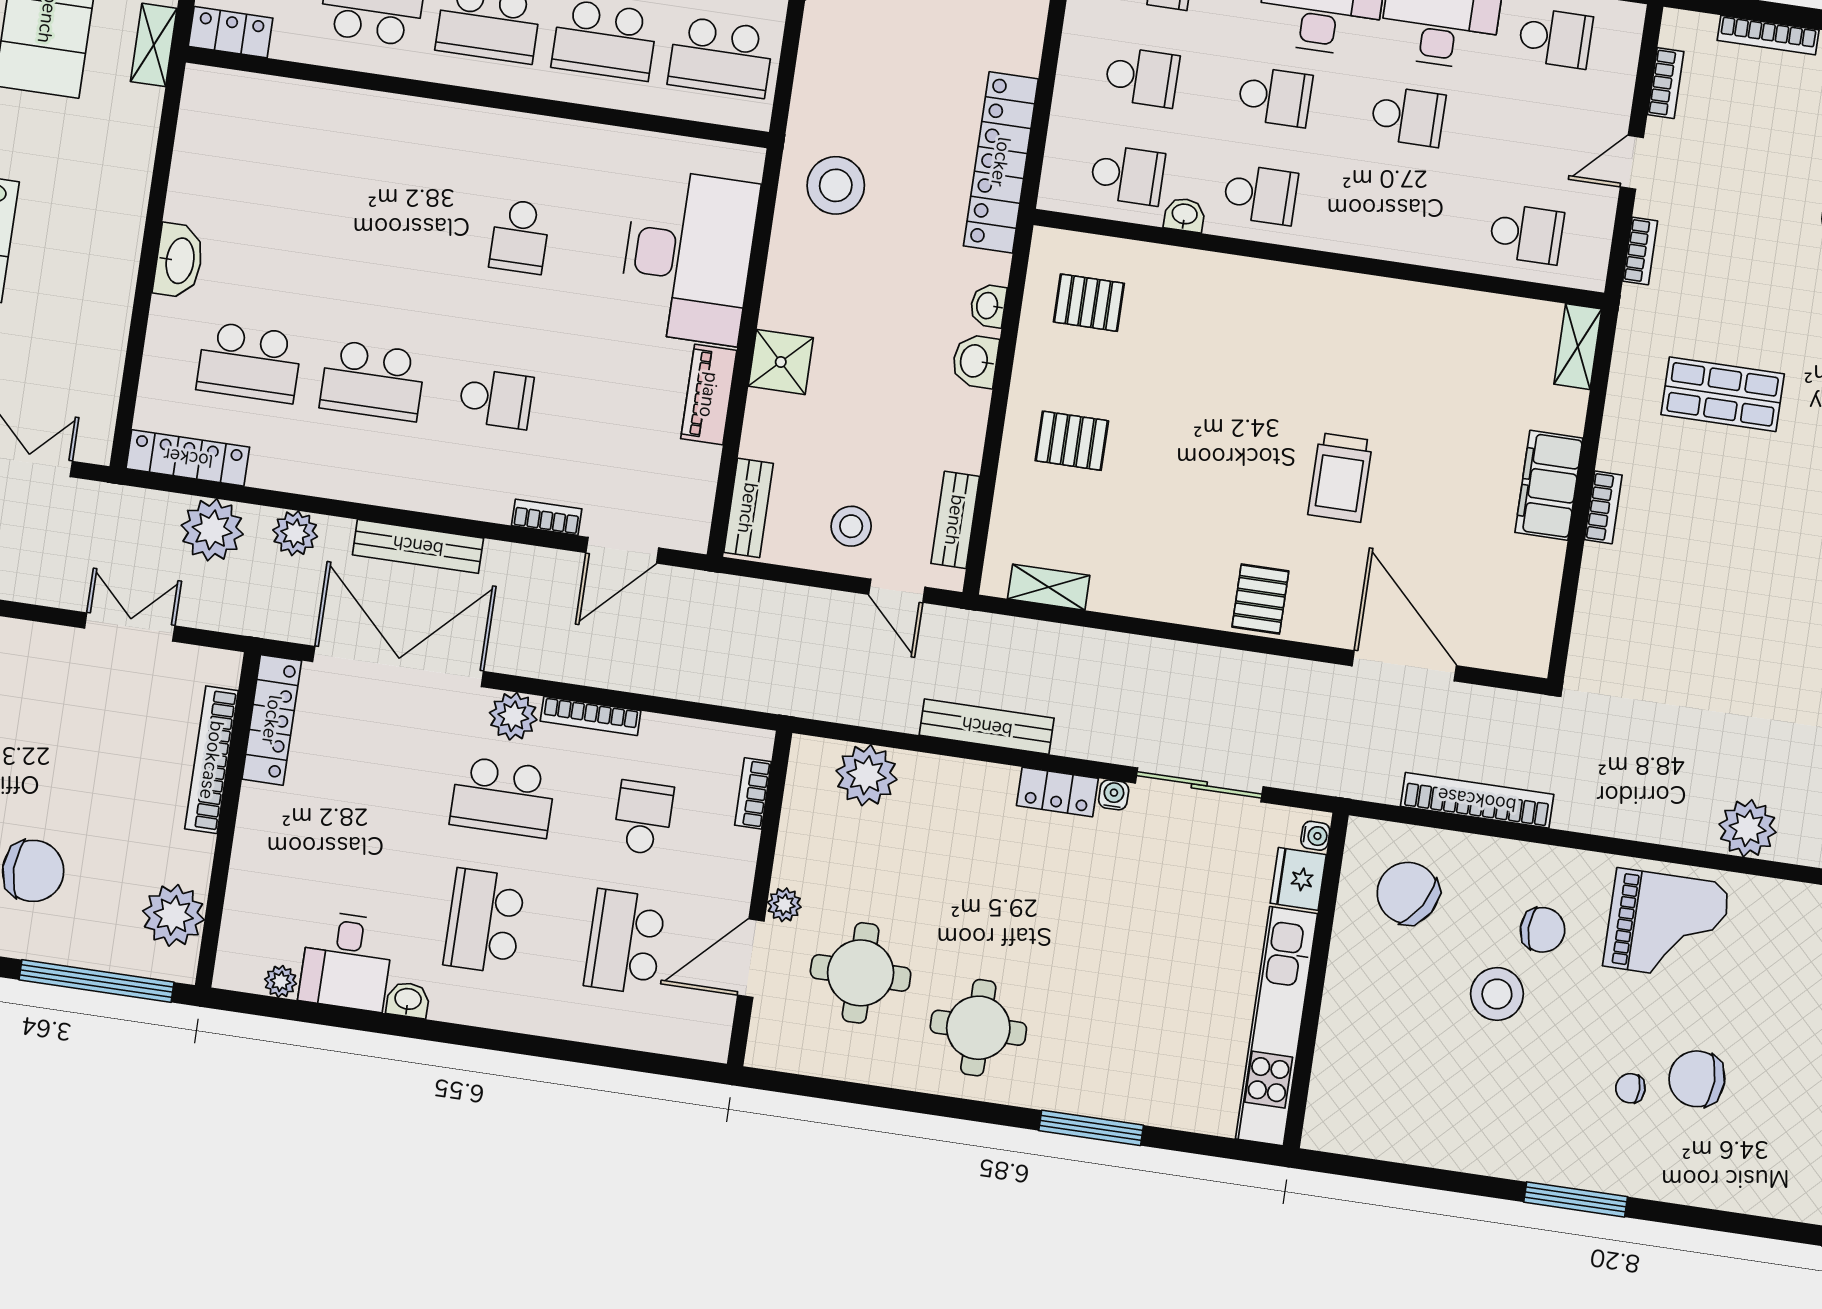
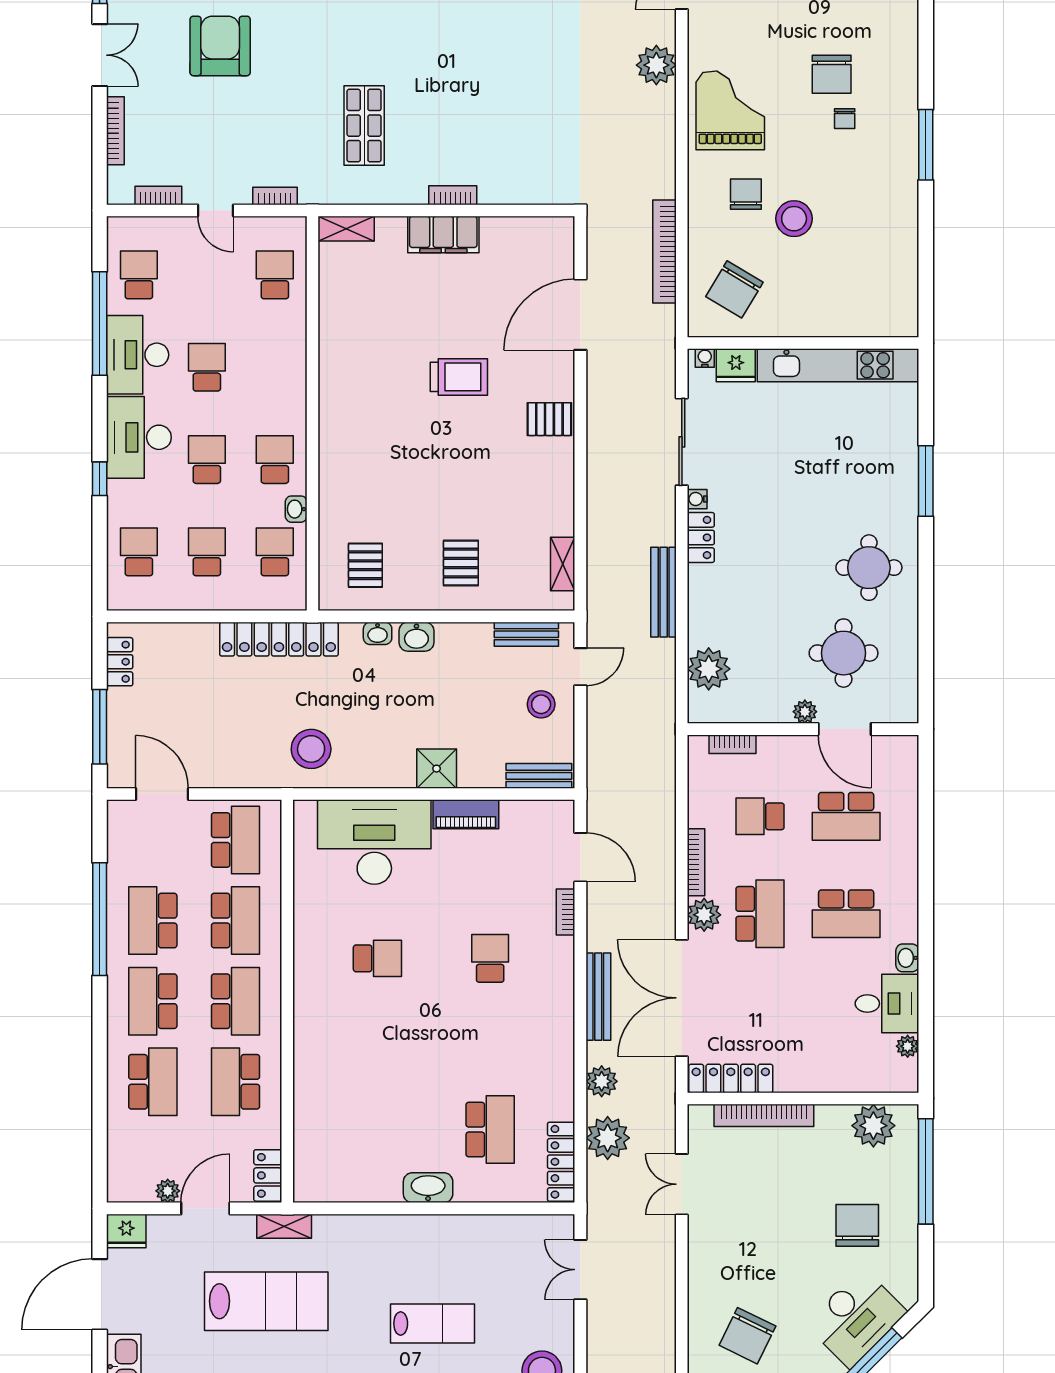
school desk: (373, 381) -> (490, 1044), removed

